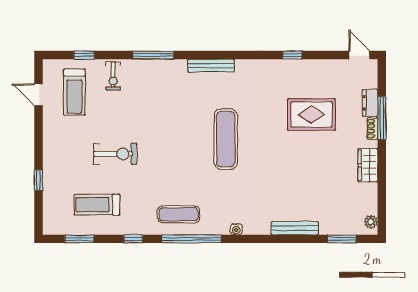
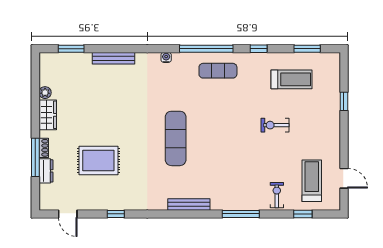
door: (359, 55) -> (68, 214), moved
exercise bike: (115, 154) -> (275, 125), width x0.73, depth x0.72
plant: (371, 222) -> (45, 93), moved

